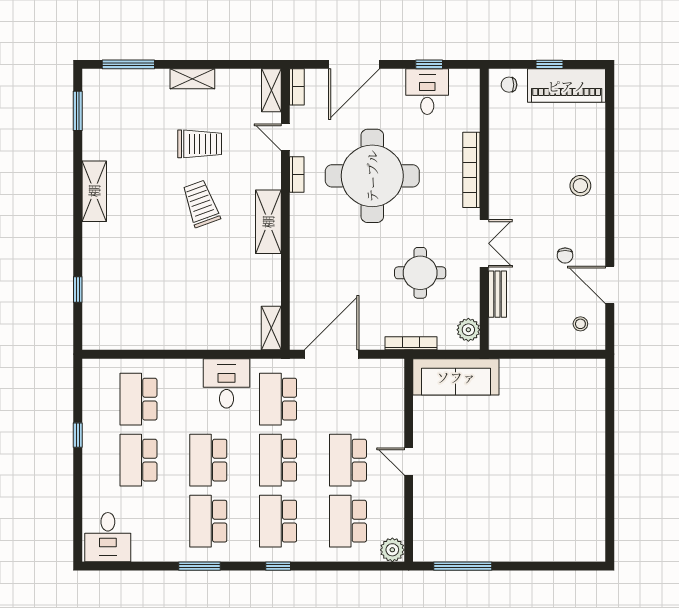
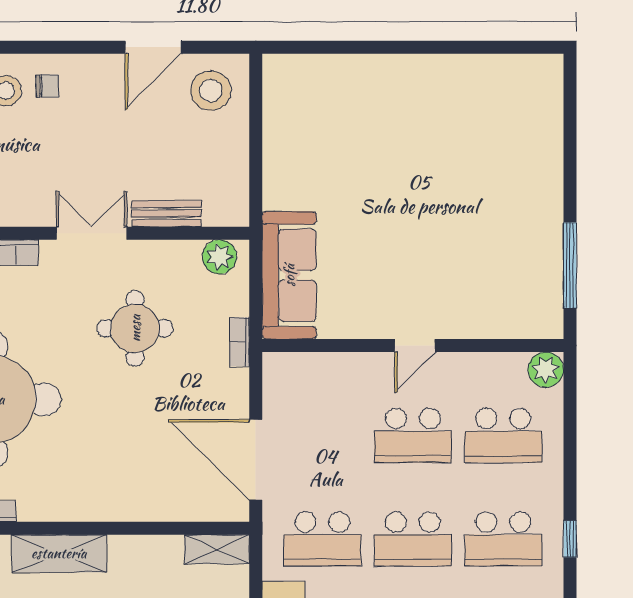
chair: (565, 255) -> (48, 86), moved
stool: (580, 324) -> (211, 91), width x1.89, depth x1.89
bookcase: (411, 343) -> (239, 342), width x0.64

